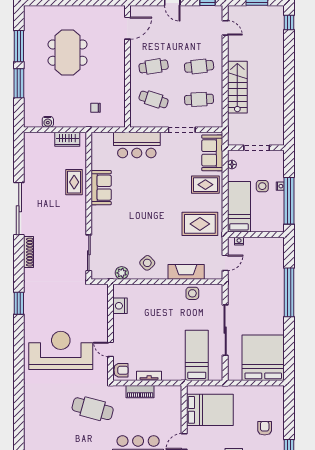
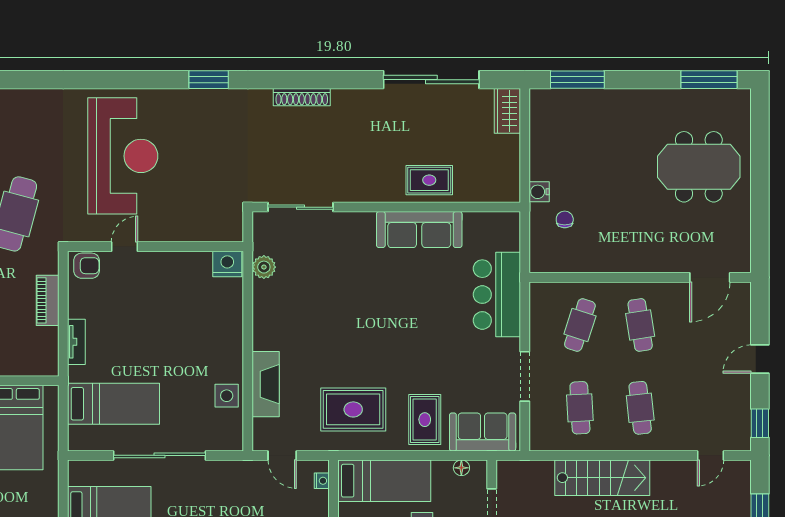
door: (127, 28) -> (710, 277), hinge flipped
window: (19, 46) -> (709, 80), moved
meeting table: (68, 53) -> (699, 167), moved
window: (19, 83) -> (577, 80), moved
water cooler: (48, 122) -> (539, 192), moved
wardrobe: (67, 139) -> (507, 111), moved
sofa: (101, 188) -> (419, 230), width x1.36
sliding door: (19, 209) -> (431, 80), moved
rug: (200, 224) -> (353, 409), turned 90
side table: (147, 263) -> (282, 314), removed
nightstand: (120, 306) -> (227, 264), moved
armchair: (121, 370) -> (87, 266), turned -90
tv unit: (149, 376) -> (76, 342), moved

